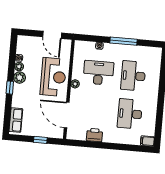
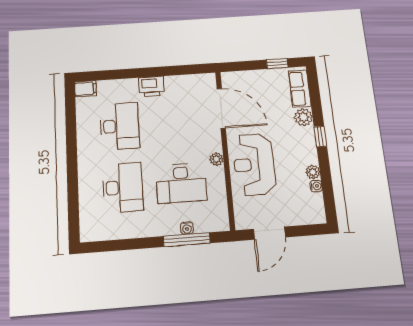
door: (52, 35) -> (269, 233), swing flipped
window: (123, 41) -> (187, 240), moved
plant: (20, 78) -> (303, 117), moved
printer: (94, 135) -> (151, 86), moved
window: (40, 140) -> (277, 64), moved

